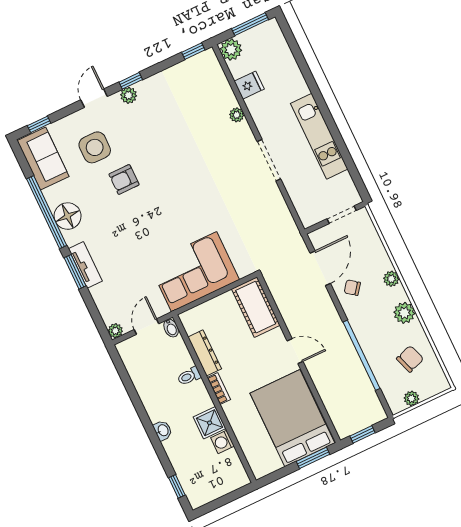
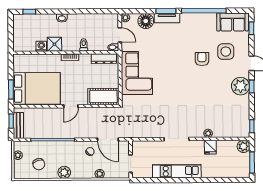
fridge: (249, 85) -> (210, 147), moved
plant: (129, 95) -> (240, 86), width x1.87, depth x1.87
floor lamp: (68, 216) -> (146, 21), moved
plant: (391, 279) -> (100, 174), moved
dresser: (205, 353) -> (104, 59), moved
bench: (364, 420) -> (18, 126), added

